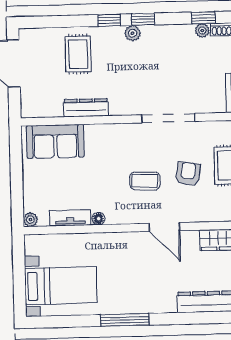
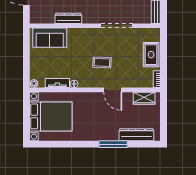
armchair: (188, 174) -> (128, 59), removed
bed with nightstands: (61, 286) -> (51, 116), width x1.36
window: (125, 320) -> (113, 144), moved

